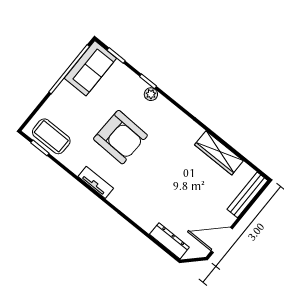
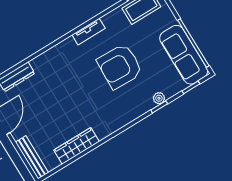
sofa: (90, 68) -> (184, 55), width x1.36
plant: (151, 94) -> (159, 98), moved

